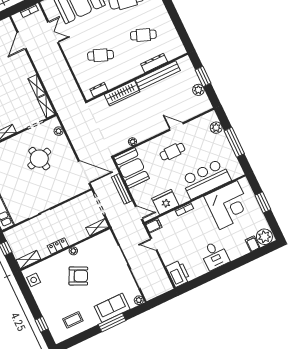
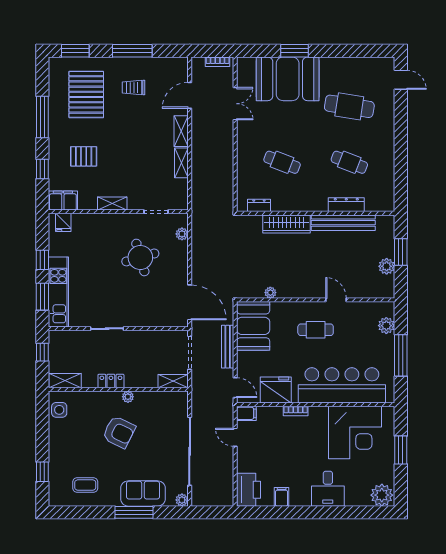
shelving: (46, 106) -> (181, 131), moved
bar counter: (206, 179) -> (342, 385), width x1.36
filing cabinet: (253, 244) -> (282, 497), moved
desk: (215, 255) -> (328, 489), moved

